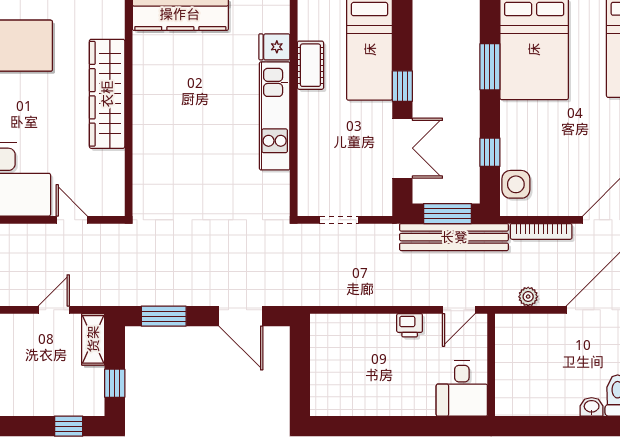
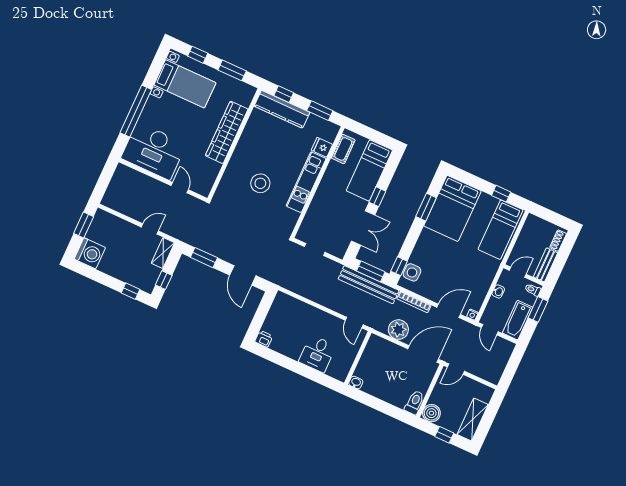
cot: (310, 65) -> (343, 149), moved
stool: (201, 152) -> (260, 183), added
window: (490, 152) -> (399, 266), moved
plant: (528, 297) -> (398, 330), width x1.87, depth x1.87
door: (459, 310) -> (354, 323), hinge flipped
printer: (410, 325) -> (264, 339), moved, turned 180
desk: (462, 388) -> (317, 354), moved
washbasin: (592, 407) -> (356, 383), moved

